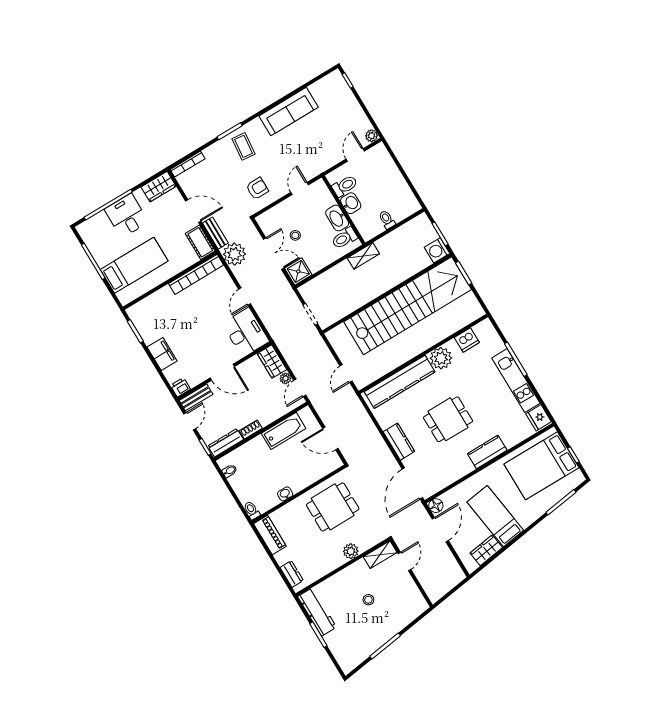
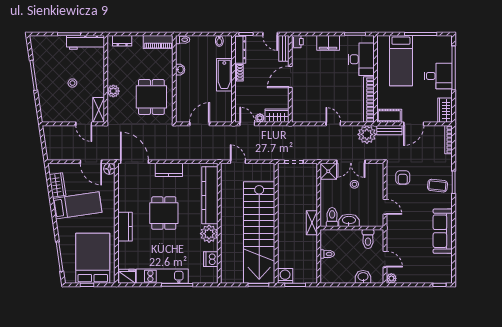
washbasin: (351, 203) -> (363, 277), moved, turned 180
desk: (246, 332) -> (361, 59), moved, turned -90
bathtub: (284, 431) -> (224, 75), moved

